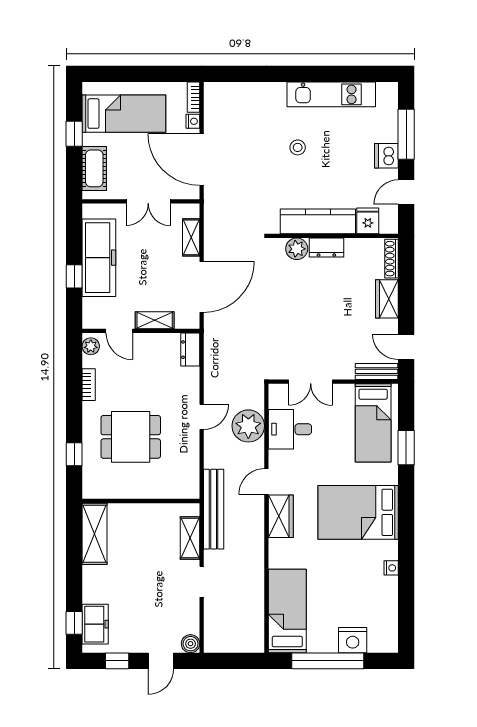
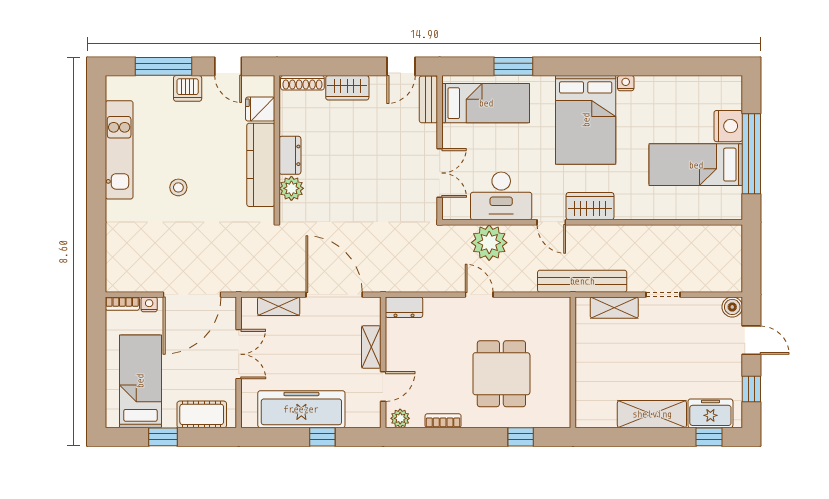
desk: (290, 429) -> (501, 196), width x1.37
shelving: (95, 534) -> (652, 414), moved
nightstand: (391, 568) -> (626, 83), moved
bed: (287, 611) -> (696, 165), moved

